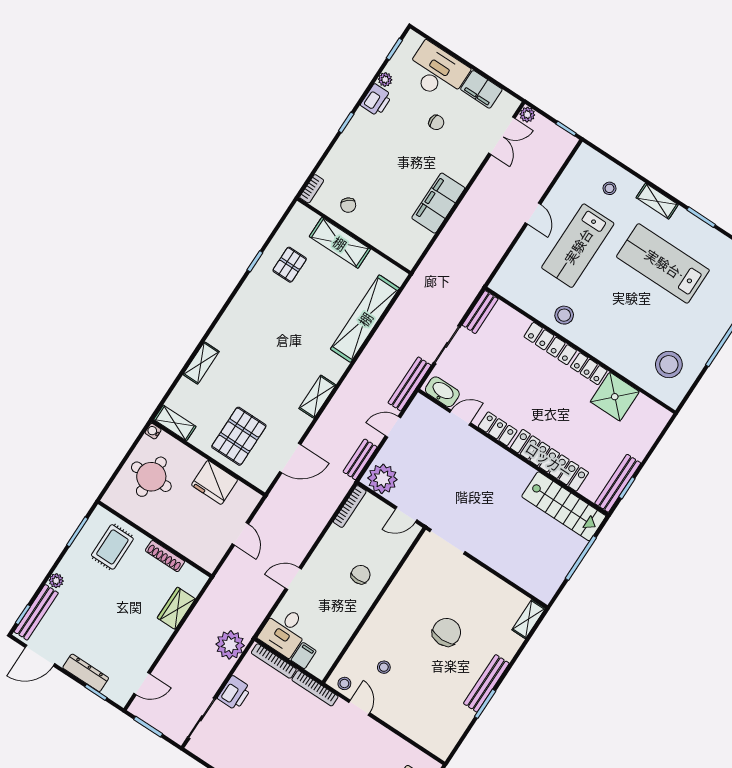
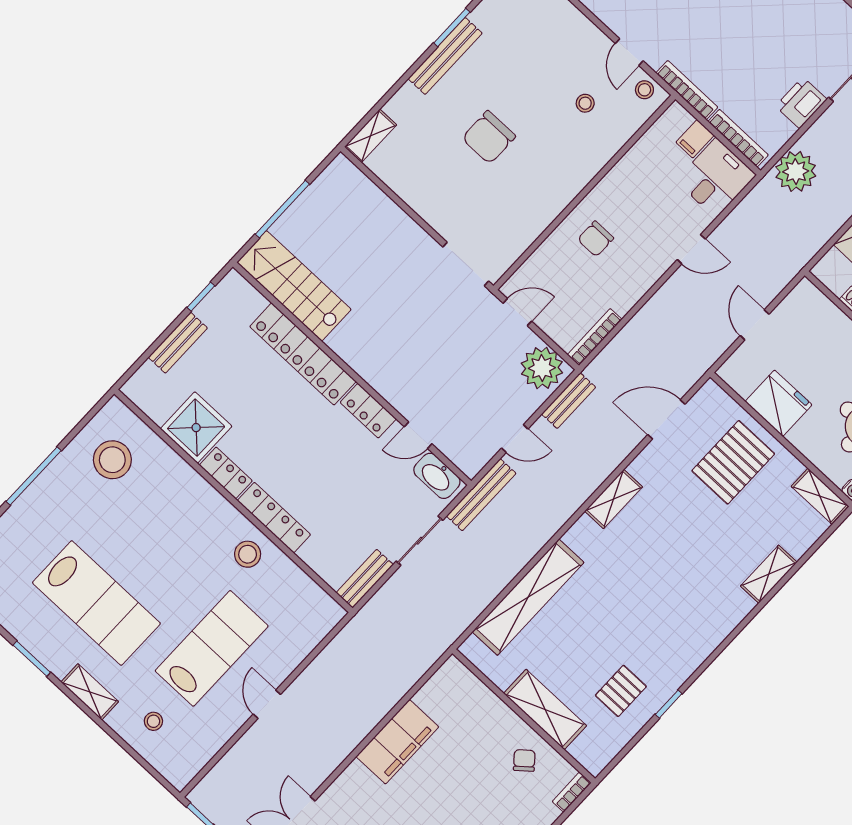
bench: (618, 483) -> (178, 343), moved, width x0.73

